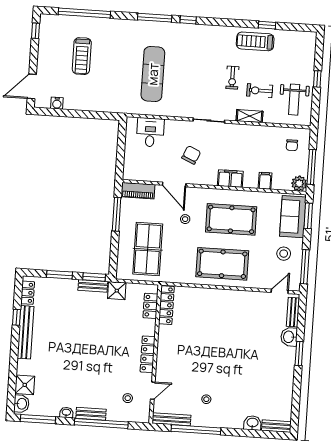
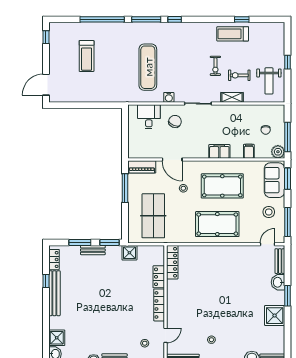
window: (84, 13) -> (102, 19), moved
water cooler: (57, 103) -> (169, 97), moved
chair: (292, 145) -> (266, 130), moved
chair: (191, 155) -> (175, 121), moved
bench: (93, 286) -> (93, 250), moved
locker: (150, 306) -> (159, 277), moved
shower: (282, 376) -> (275, 316), added

